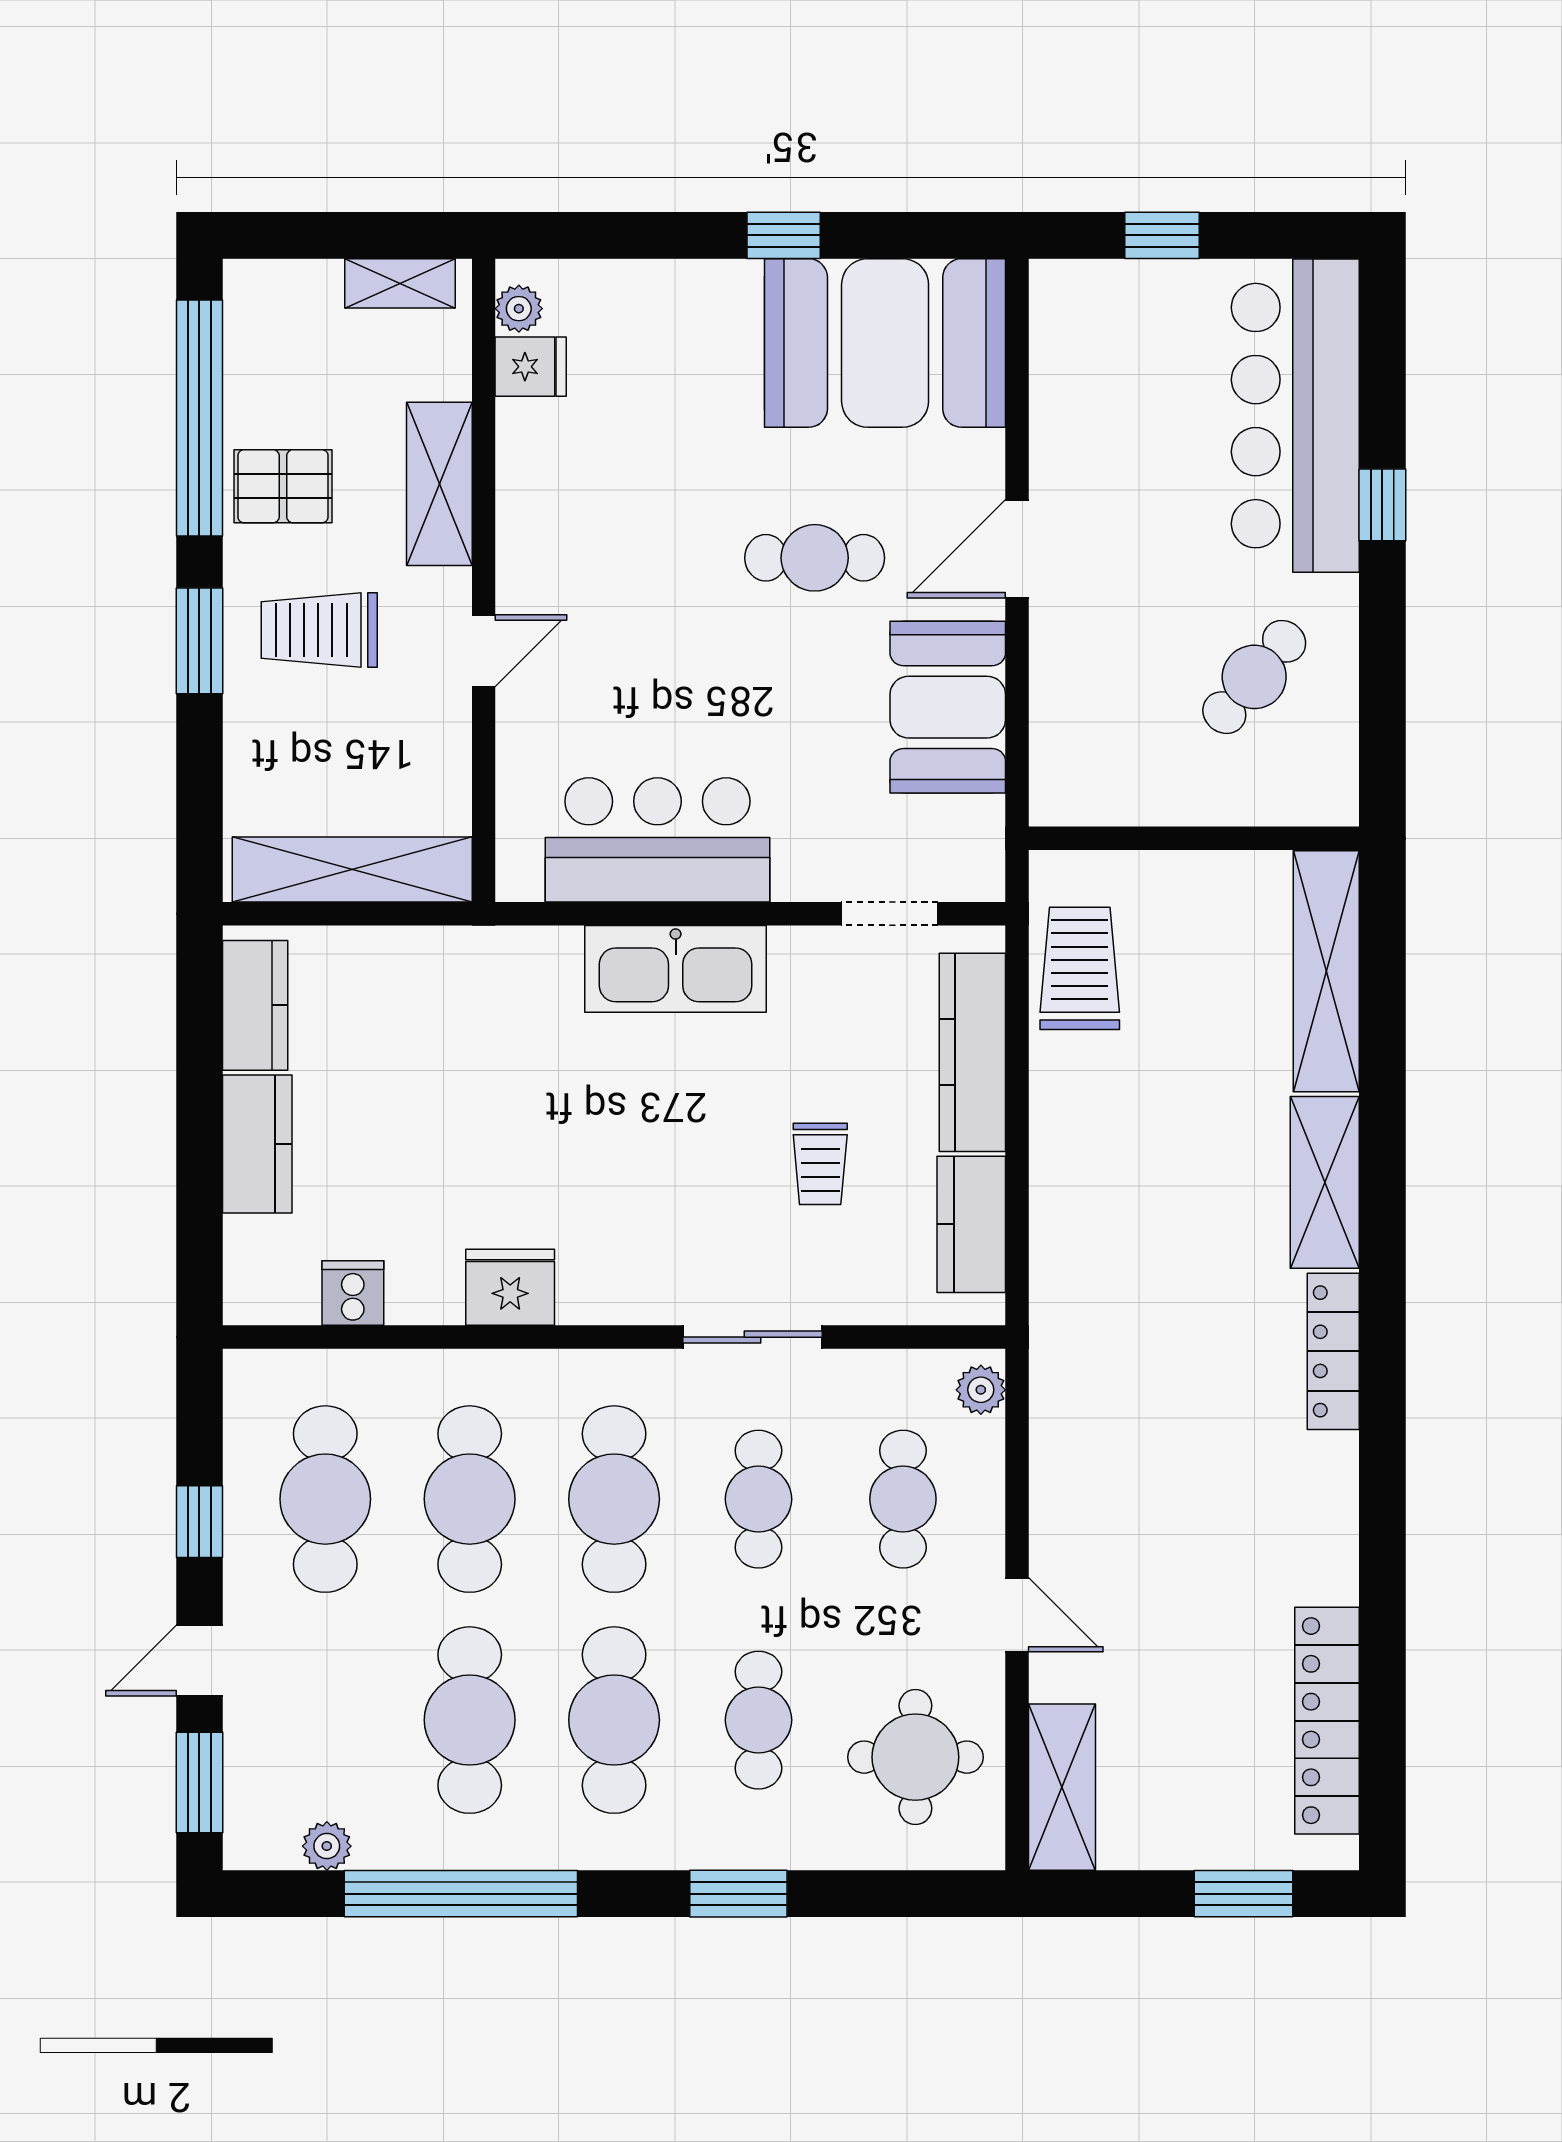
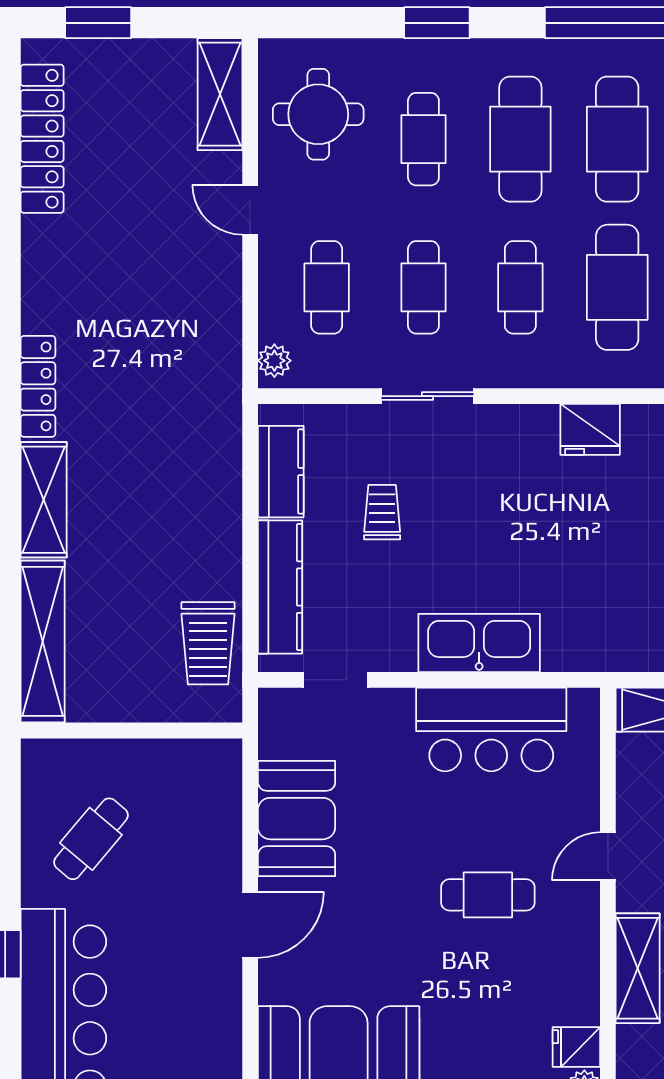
cafe table: (815, 558) -> (488, 895), moved
cafe table: (614, 1499) -> (520, 287), width x0.73, depth x0.74

